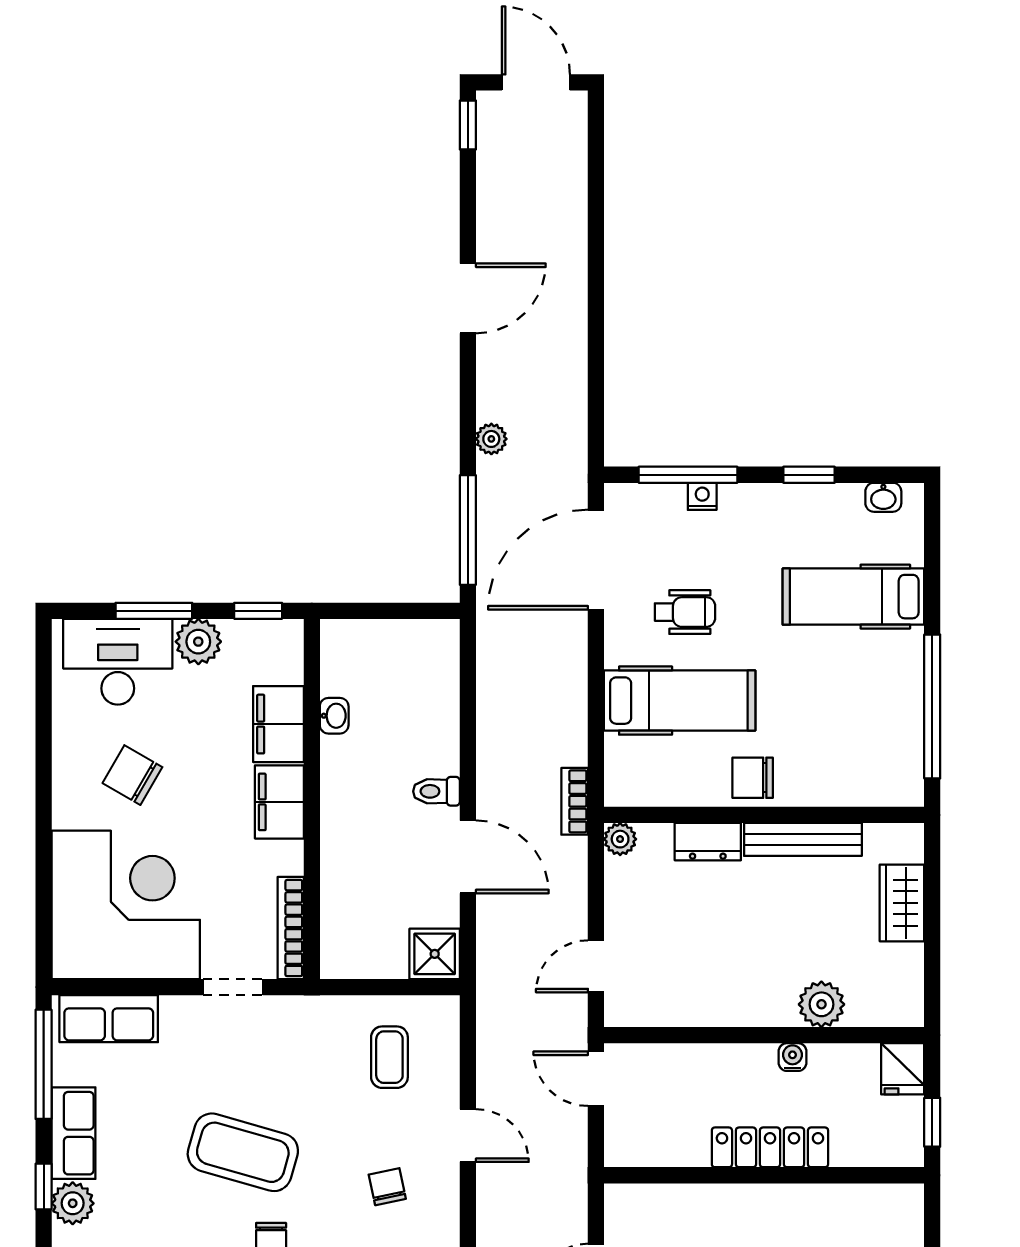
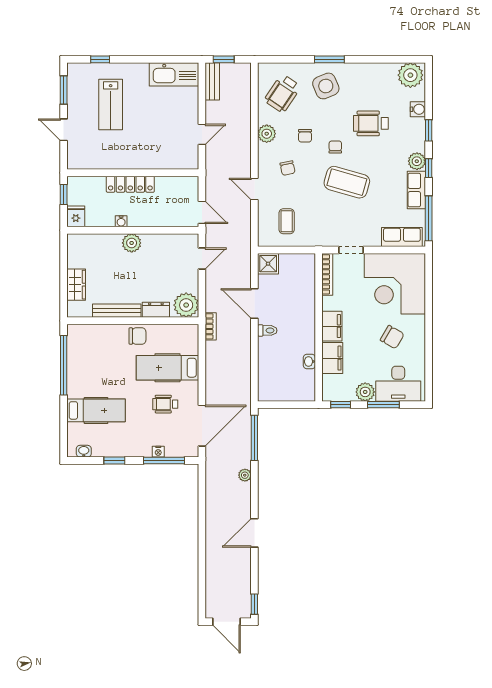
plant: (620, 839) -> (186, 305), width x1.88, depth x1.88
plant: (821, 1004) -> (132, 243), moved

